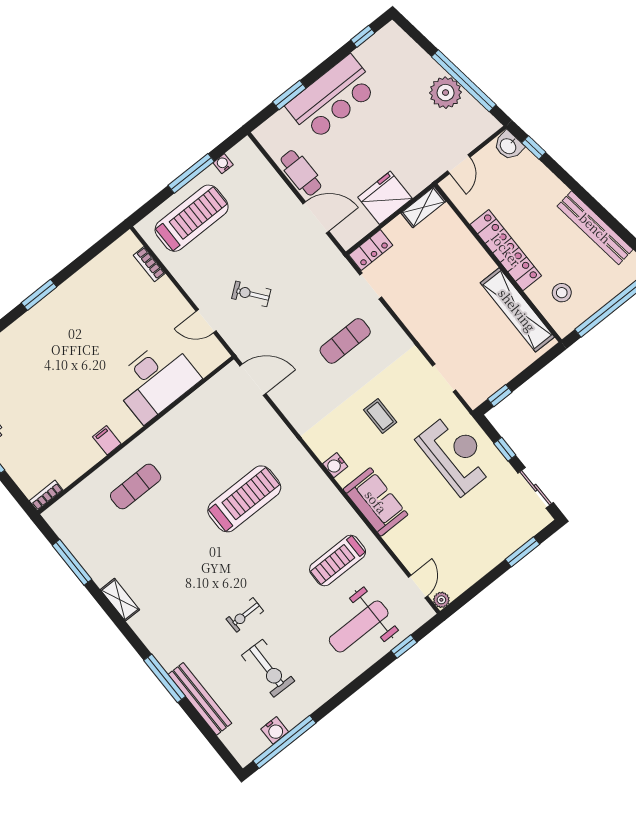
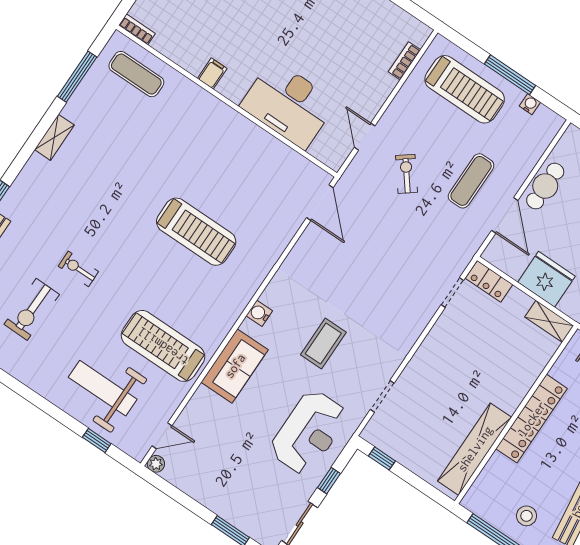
stool: (562, 293) -> (526, 516), moved
exercise mat: (345, 341) -> (471, 181), moved, turned 90
coffee table: (380, 416) -> (323, 343), width x1.36, depth x1.30
exercise mat: (136, 486) -> (136, 74), moved
treadmill: (338, 561) -> (163, 346), width x1.37, depth x1.38

